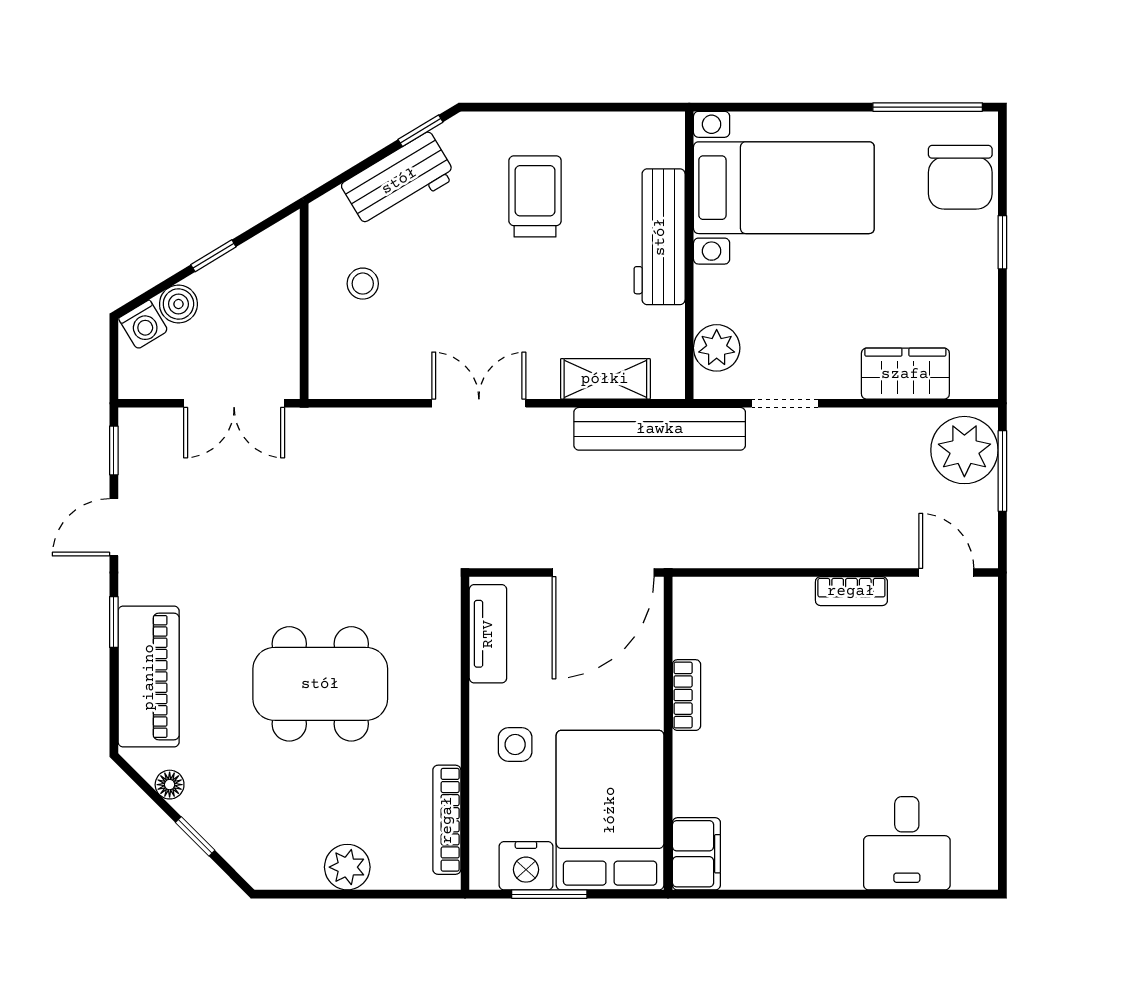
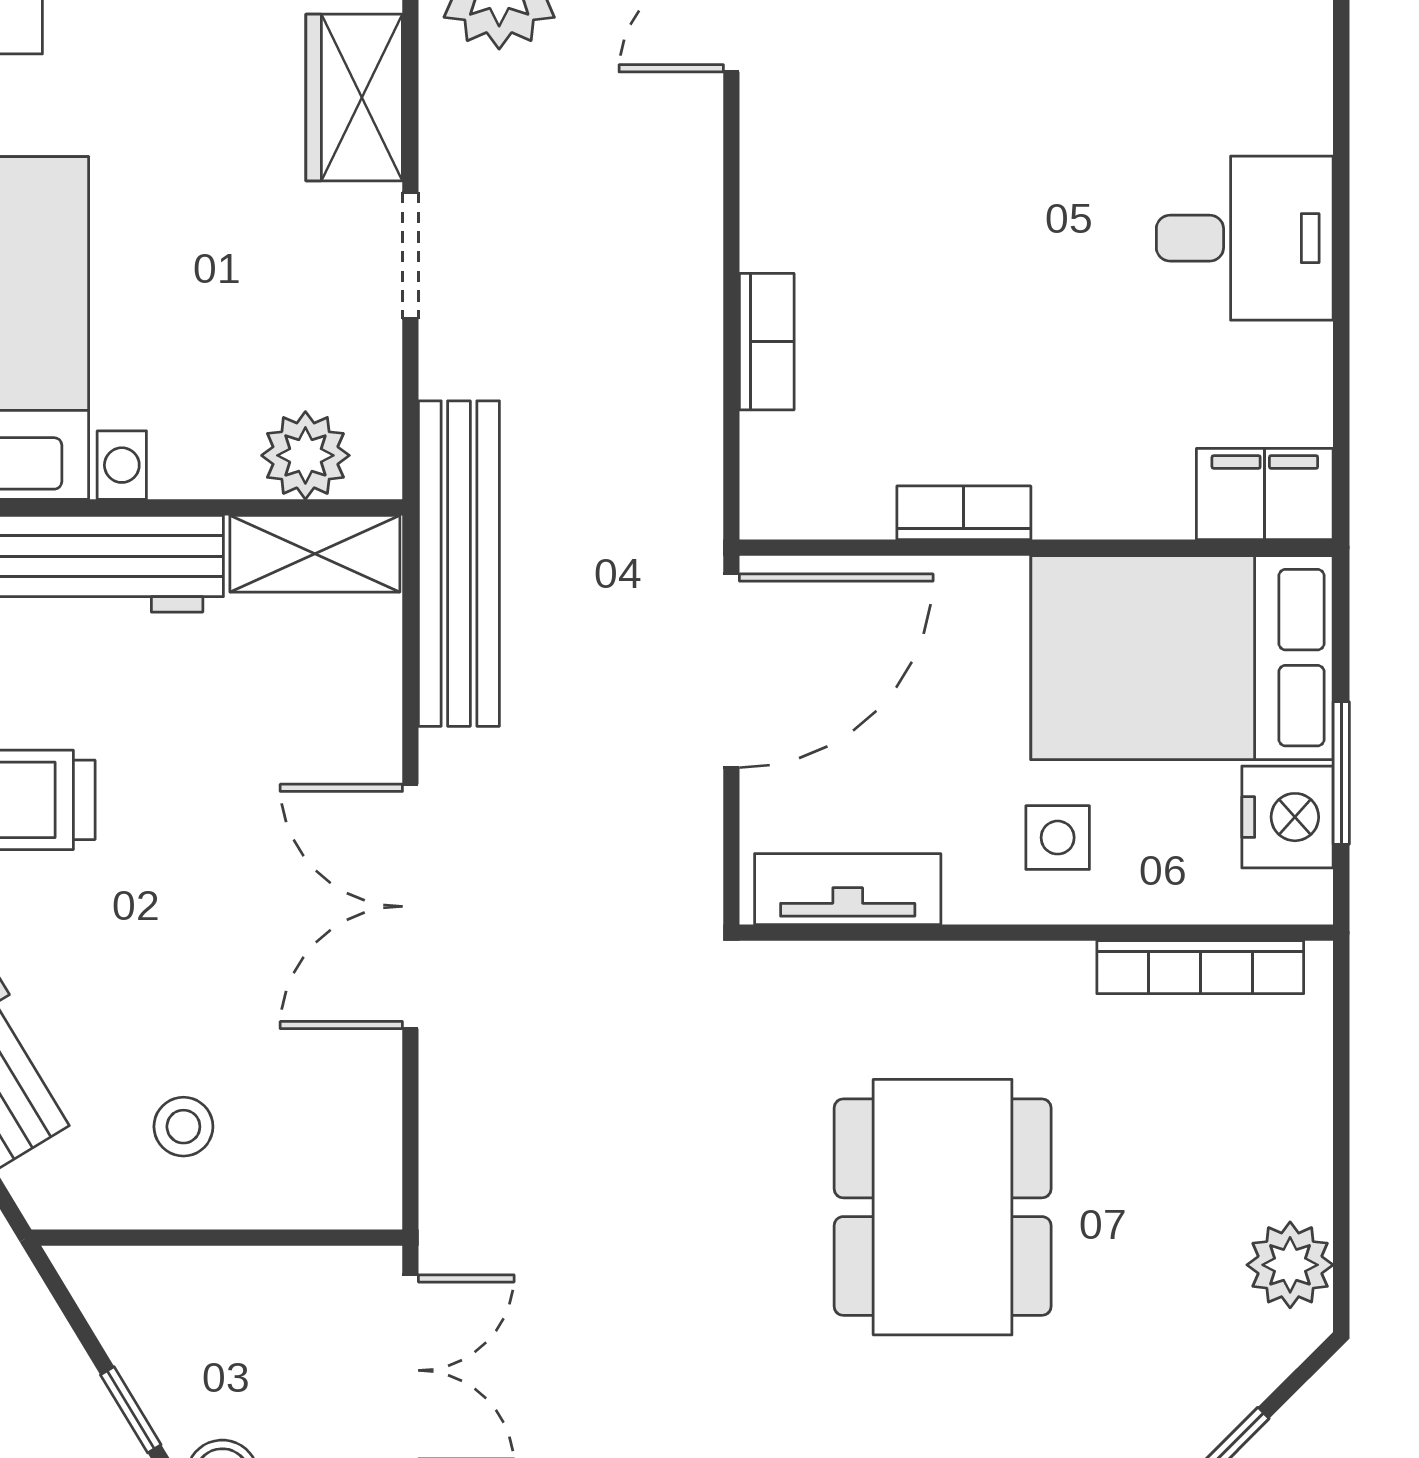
shelving: (605, 379) -> (315, 554), moved, turned 90
double door: (479, 403) -> (410, 906), width x1.37
doorway: (785, 403) -> (410, 255), moved
door: (603, 572) -> (731, 671), hinge flipped
bookcase: (851, 591) -> (767, 342), moved
desk: (907, 843) -> (1245, 238), moved
plant: (347, 867) -> (1290, 1265), moved

